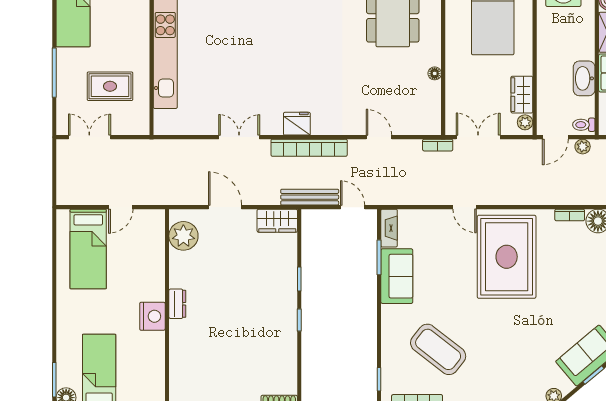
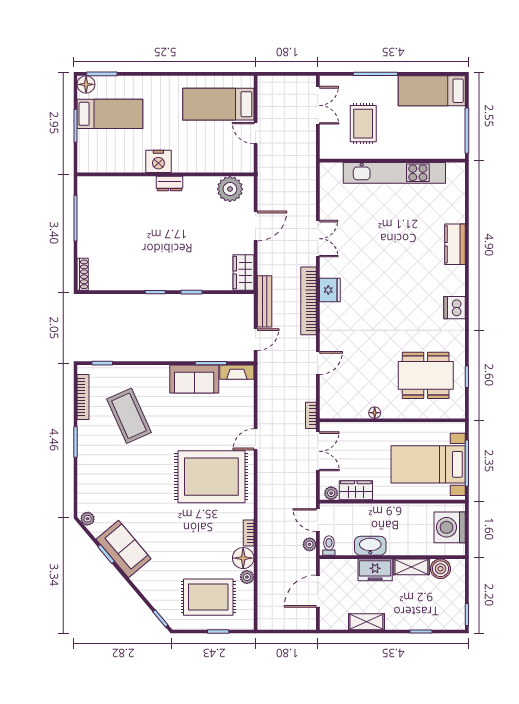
coffee table: (438, 349) -> (129, 416), turned -62

